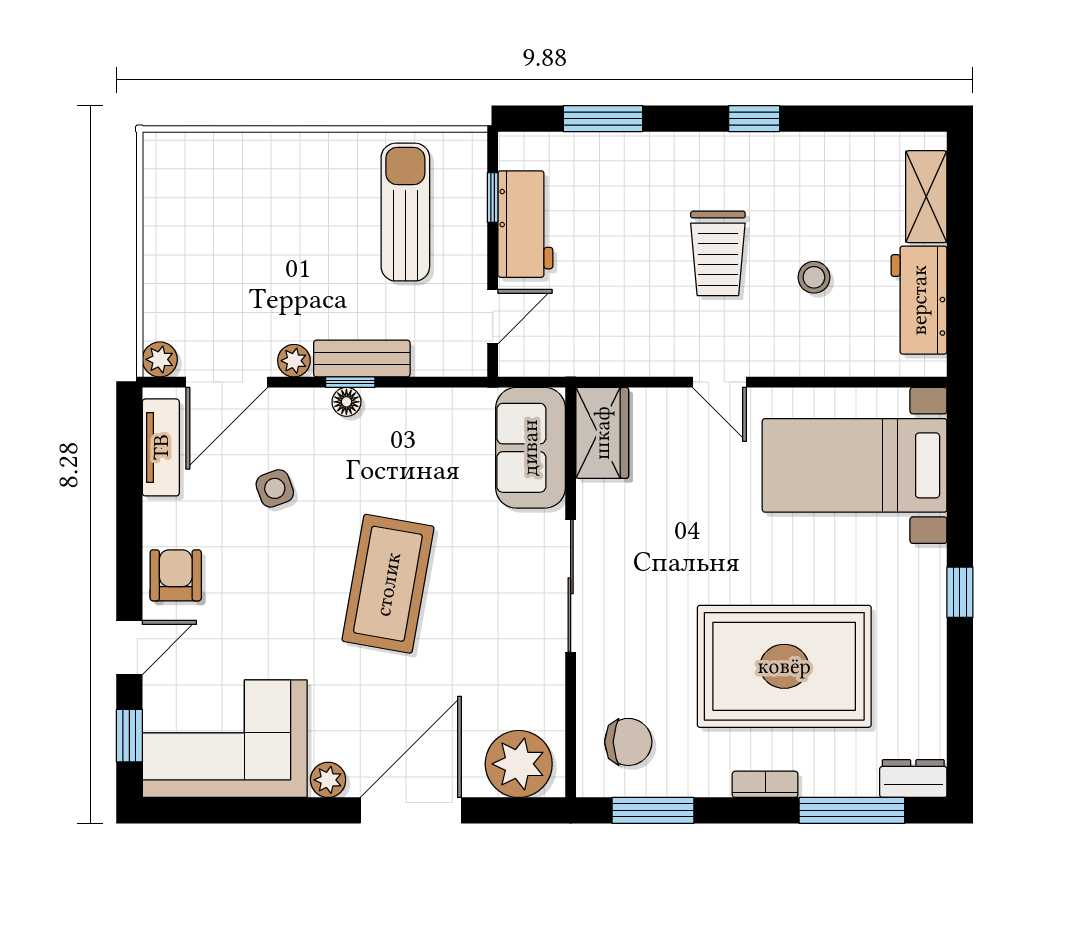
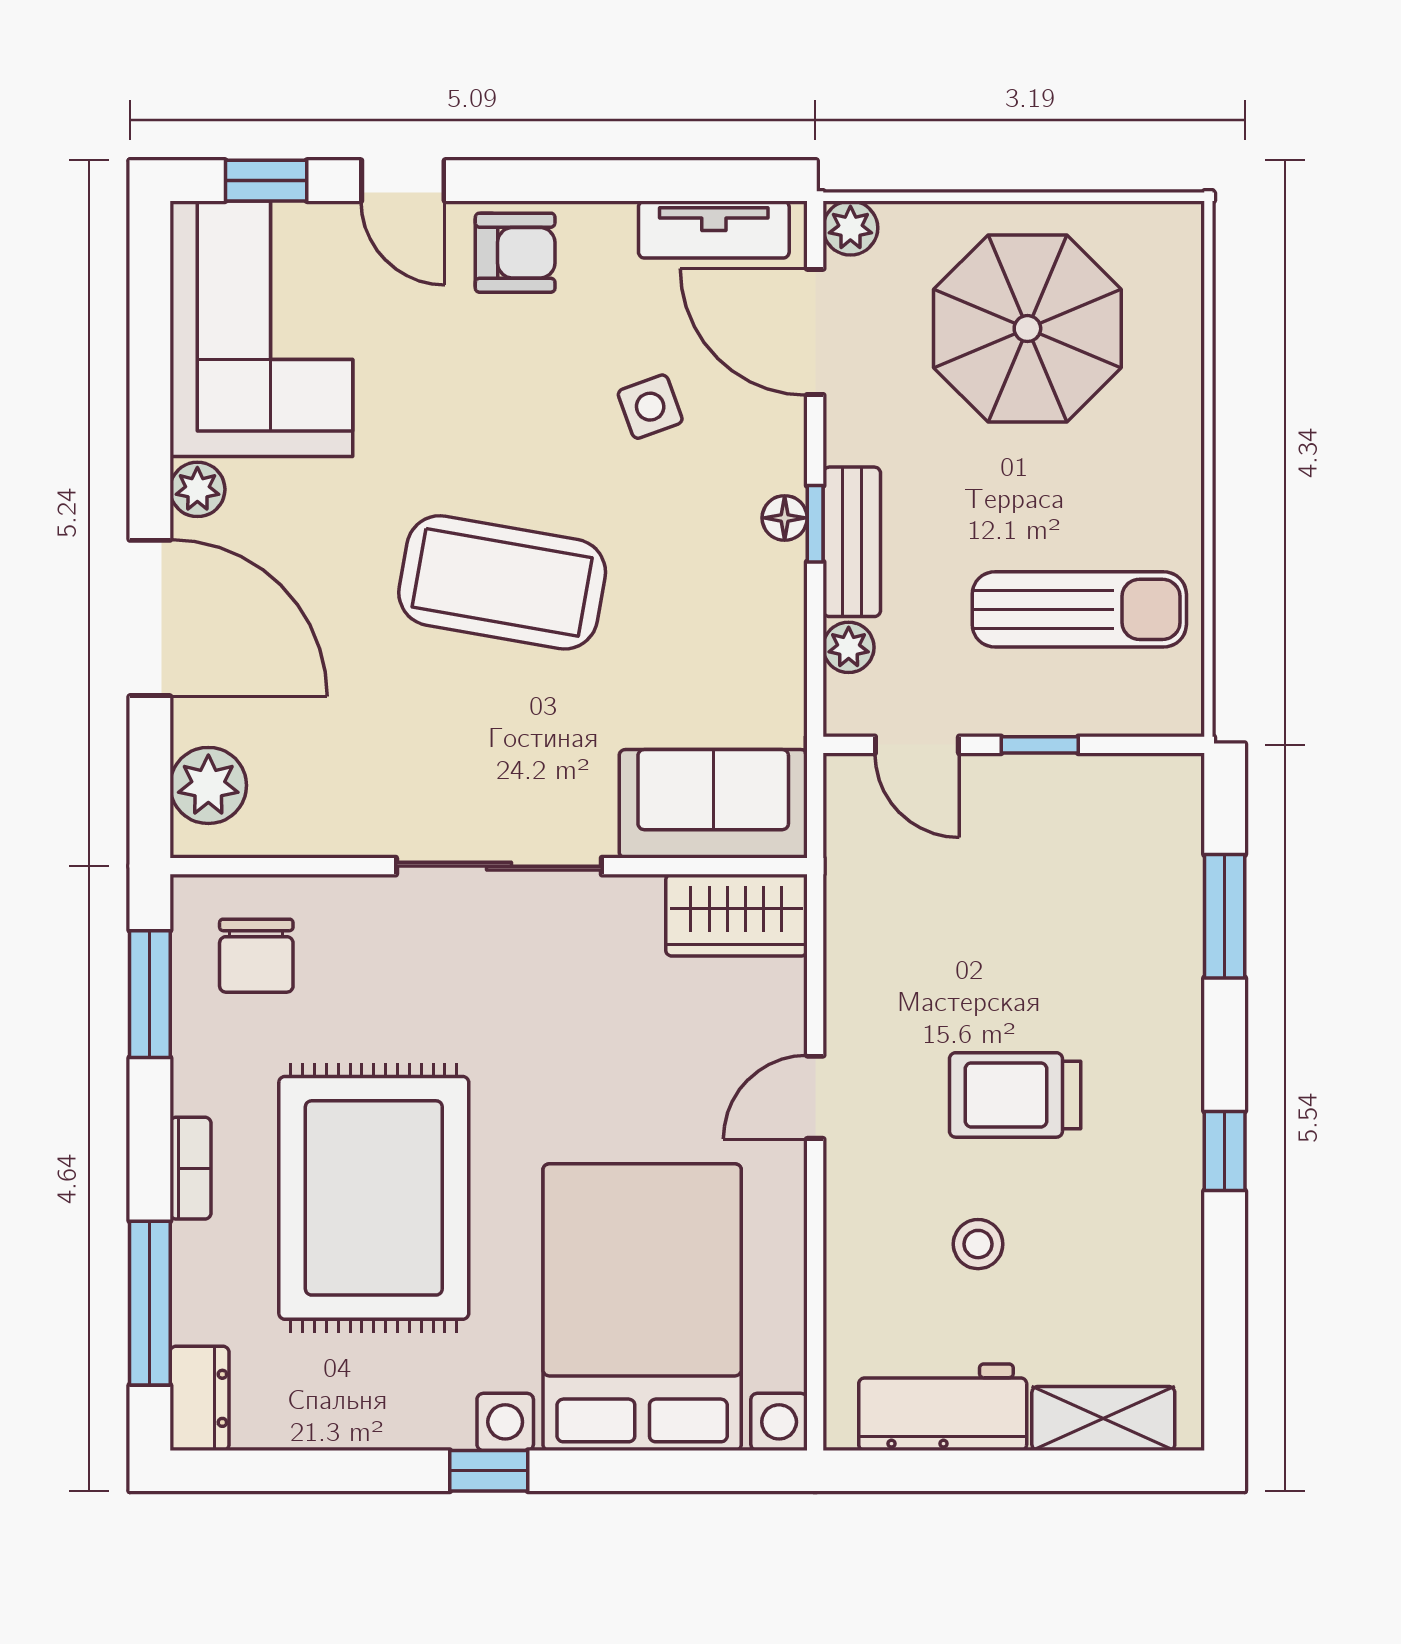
window: (493, 197) -> (1040, 745), moved
workbench: (525, 224) -> (1061, 796), removed
parasol: (225, 246) -> (1027, 329), added
plant: (294, 361) -> (849, 647), moved
bed with nightstands: (855, 465) -> (642, 1307), width x1.36
plant: (519, 764) -> (208, 785), width x0.73, depth x0.73

